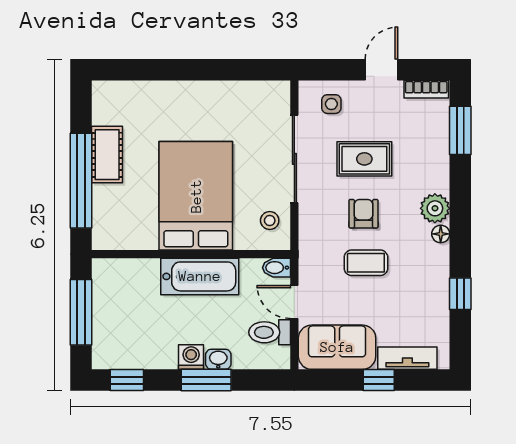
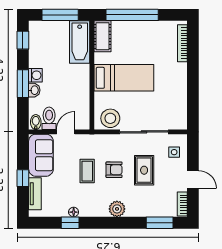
bookcase: (133, 89) -> (182, 43), added
cot: (107, 155) -> (103, 36), moved, turned 90
bed: (196, 196) -> (124, 78), width x0.67
stool: (270, 221) -> (110, 118), width x1.89, depth x1.89
floor lamp: (441, 234) -> (74, 212), moved
bidet: (277, 268) -> (36, 122), moved
bathtub: (200, 276) -> (80, 42), moved

